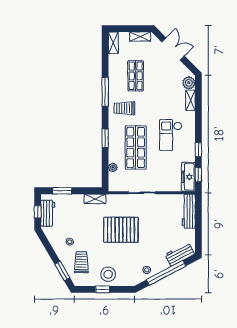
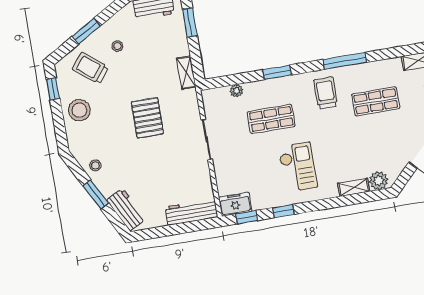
checkout: (171, 135) -> (298, 167), turned 90
shop shelf: (136, 147) -> (271, 119), width x0.70, depth x0.74
freezer: (188, 177) -> (235, 204), width x0.71
pallet: (121, 230) -> (147, 118), width x0.73, depth x0.71
trolley: (81, 262) -> (90, 68), turned -141
window: (62, 271) -> (86, 31), moved
window: (166, 273) -> (96, 194), width x0.47
window: (103, 289) -> (53, 89), moved

